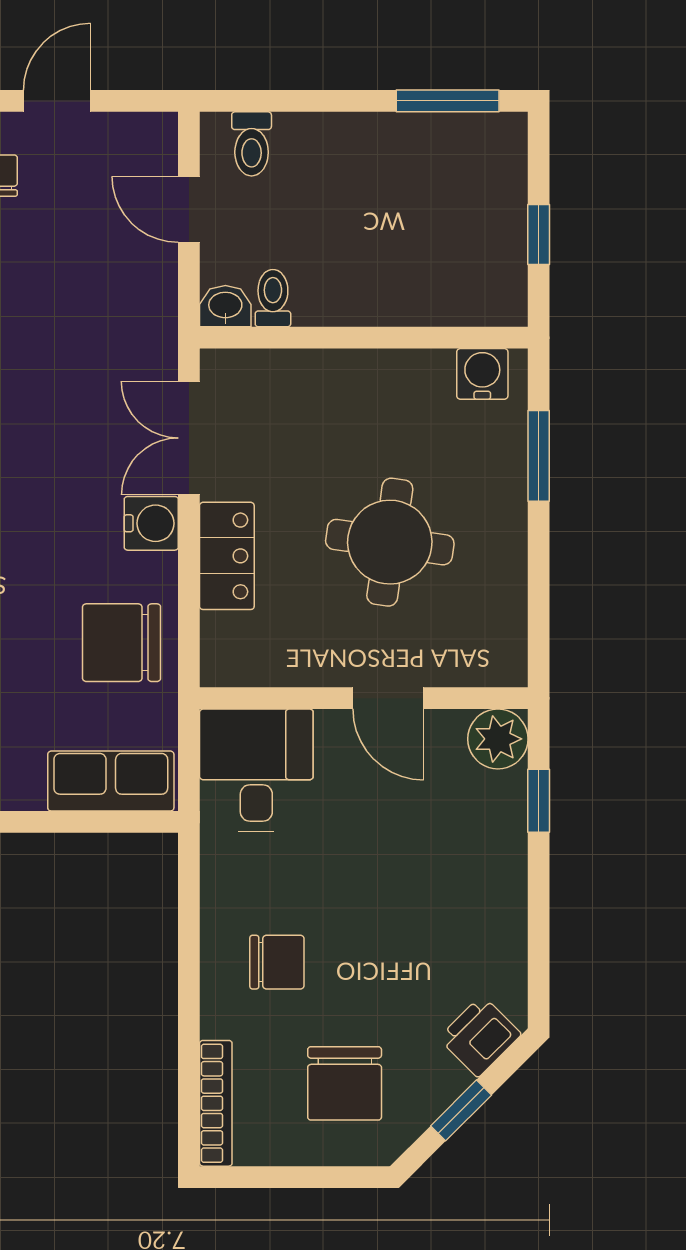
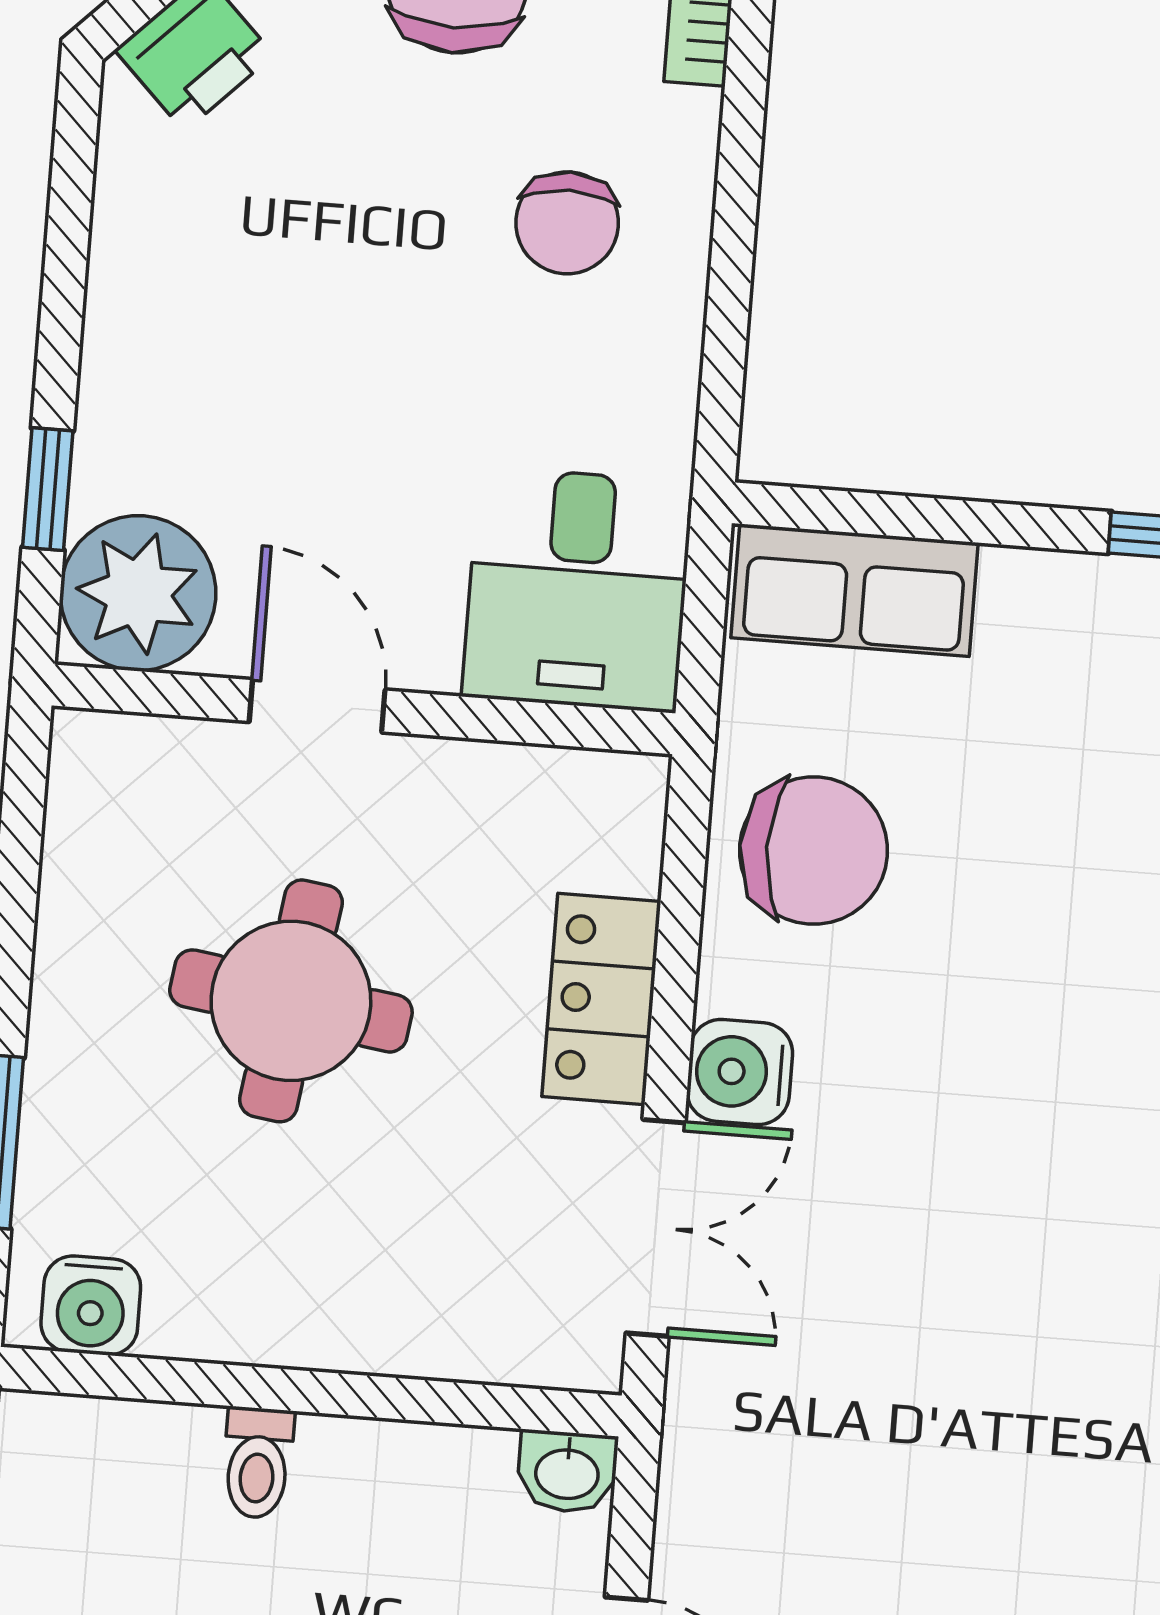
toilet: (273, 298) -> (258, 1463), moved
plant: (498, 739) -> (138, 593), width x1.36, depth x1.36
chair: (277, 962) -> (567, 223), turned -90

